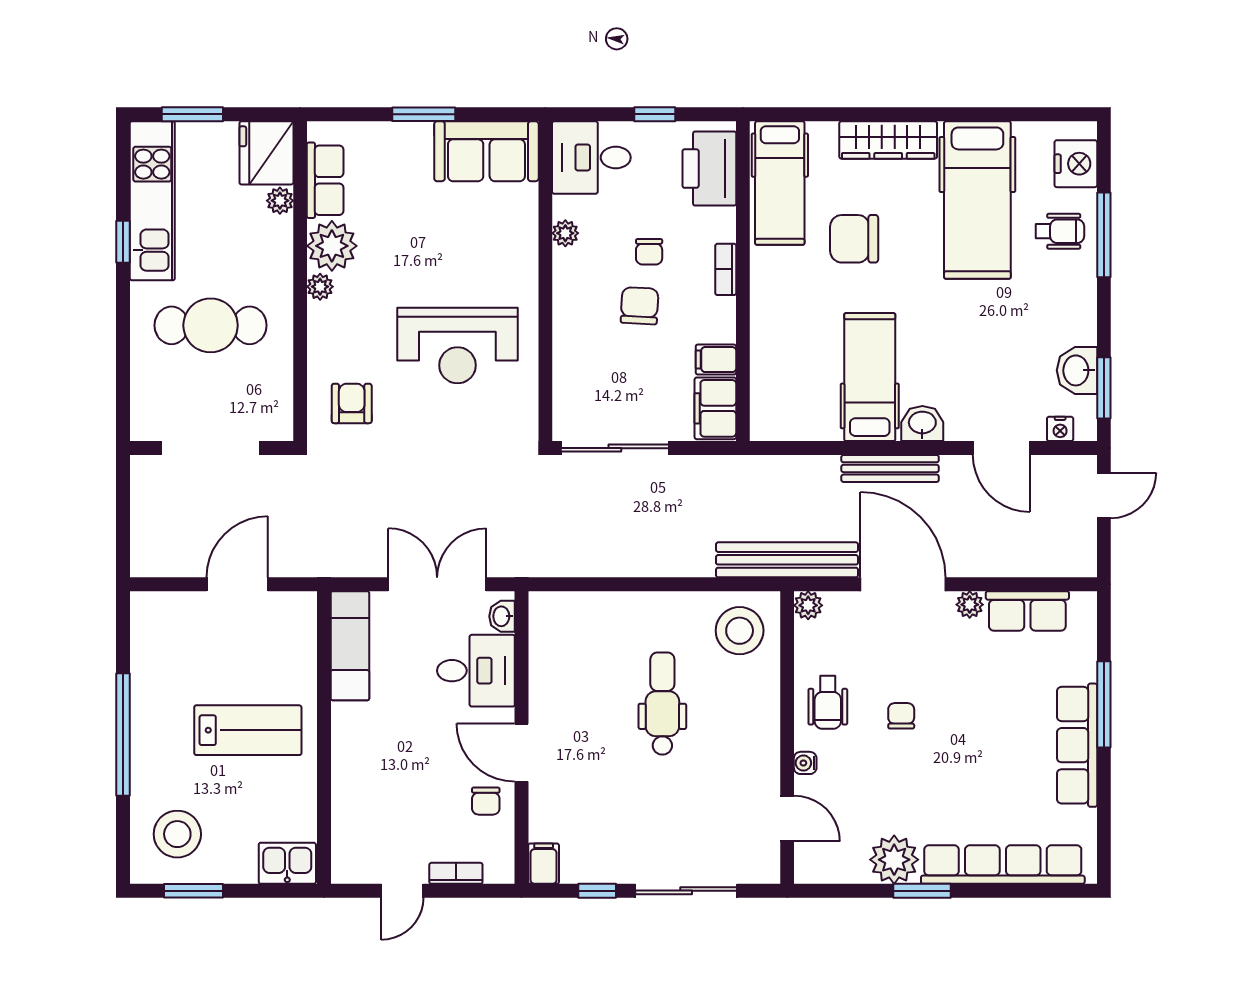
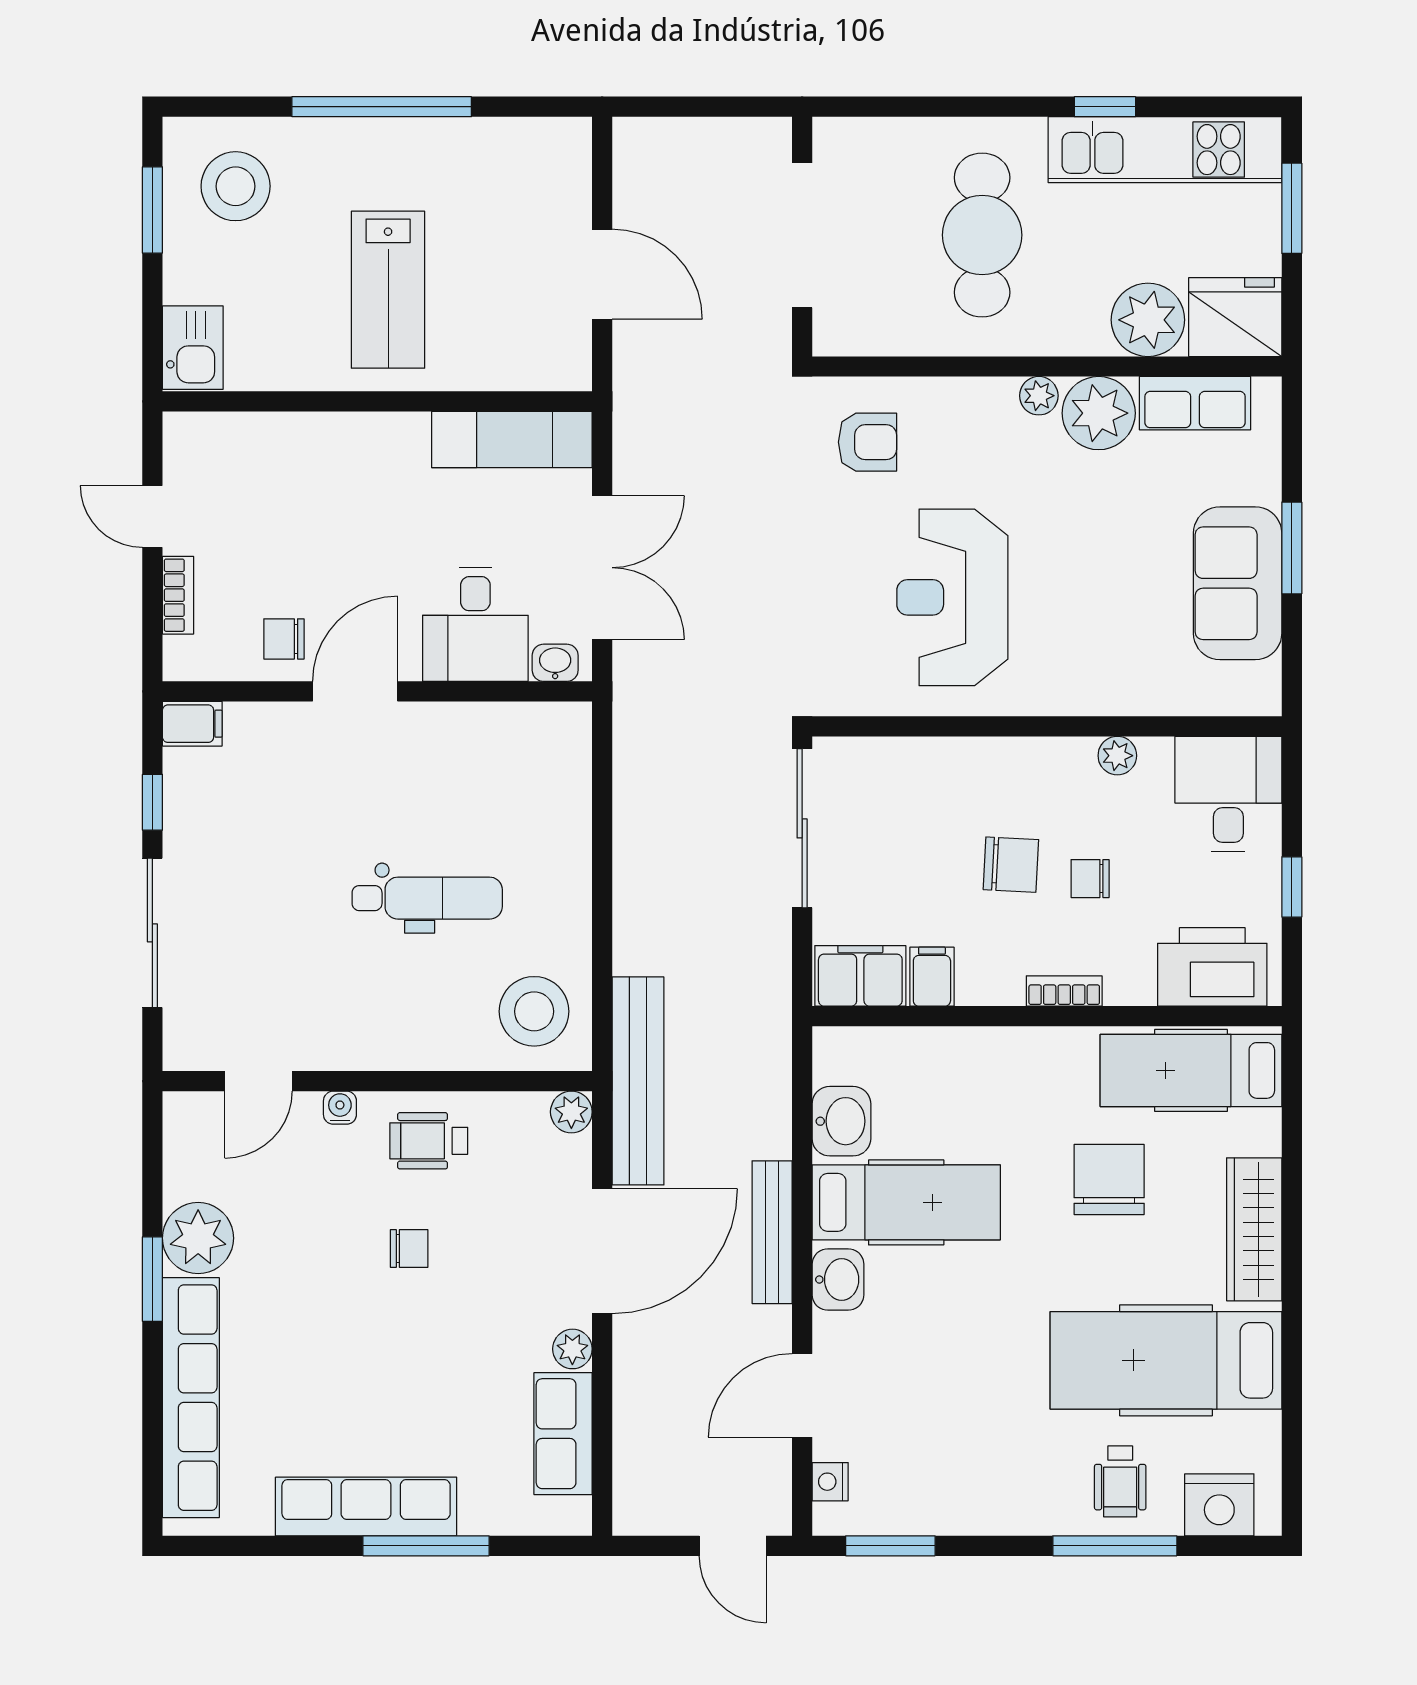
sofa: (486, 151) -> (1238, 583), moved
plant: (280, 201) -> (1148, 320), width x1.87, depth x1.87
washbasin: (1077, 370) -> (841, 1121), moved, turned 90

